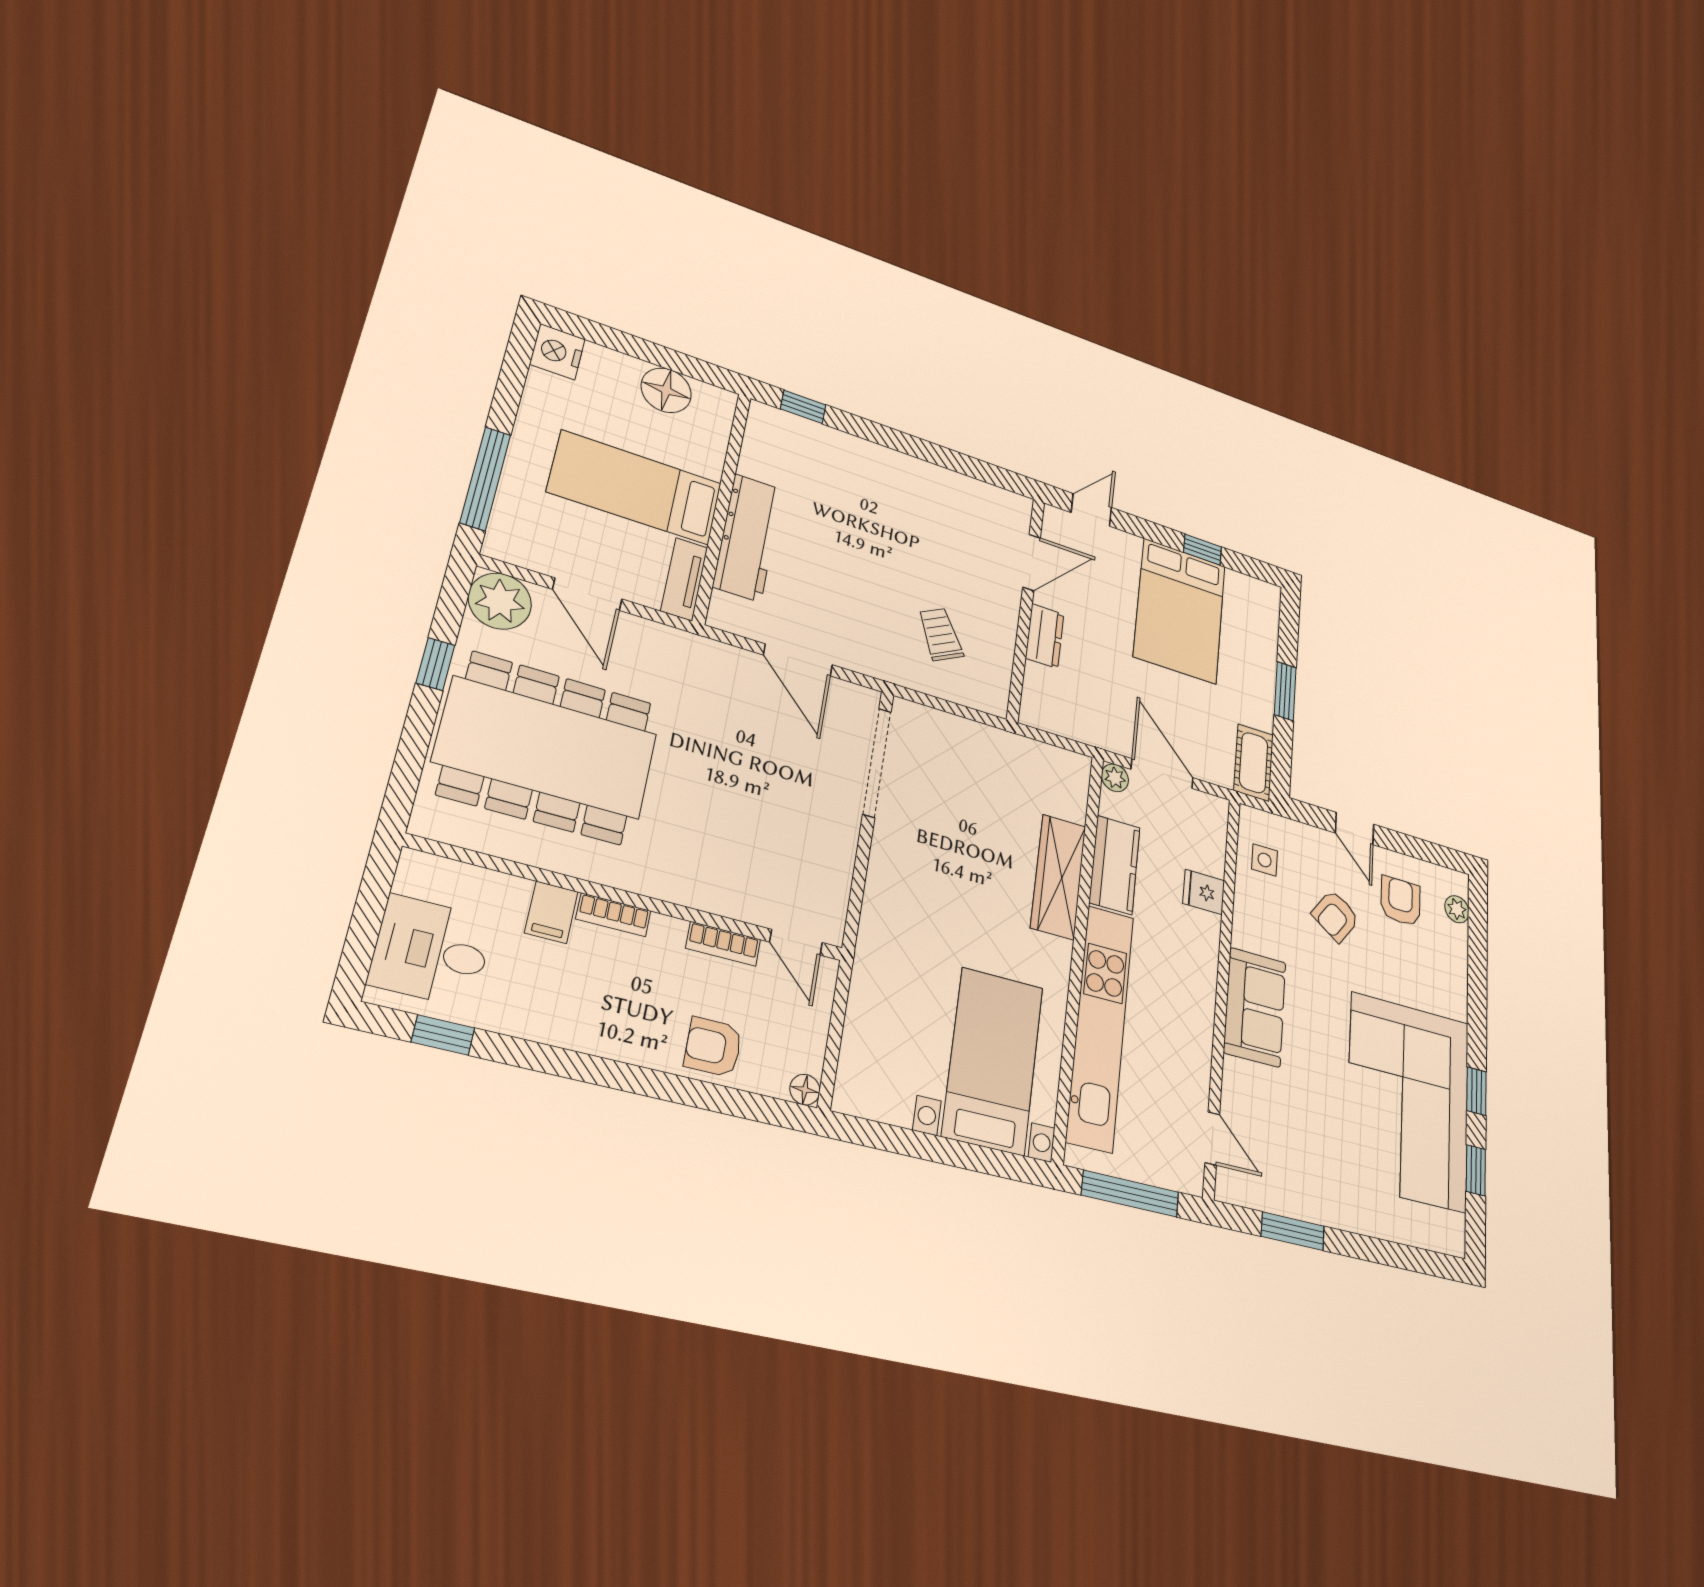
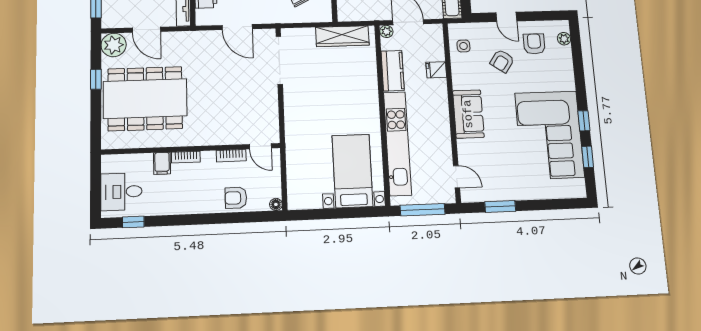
wardrobe: (1058, 877) -> (342, 36), moved, turned -90

